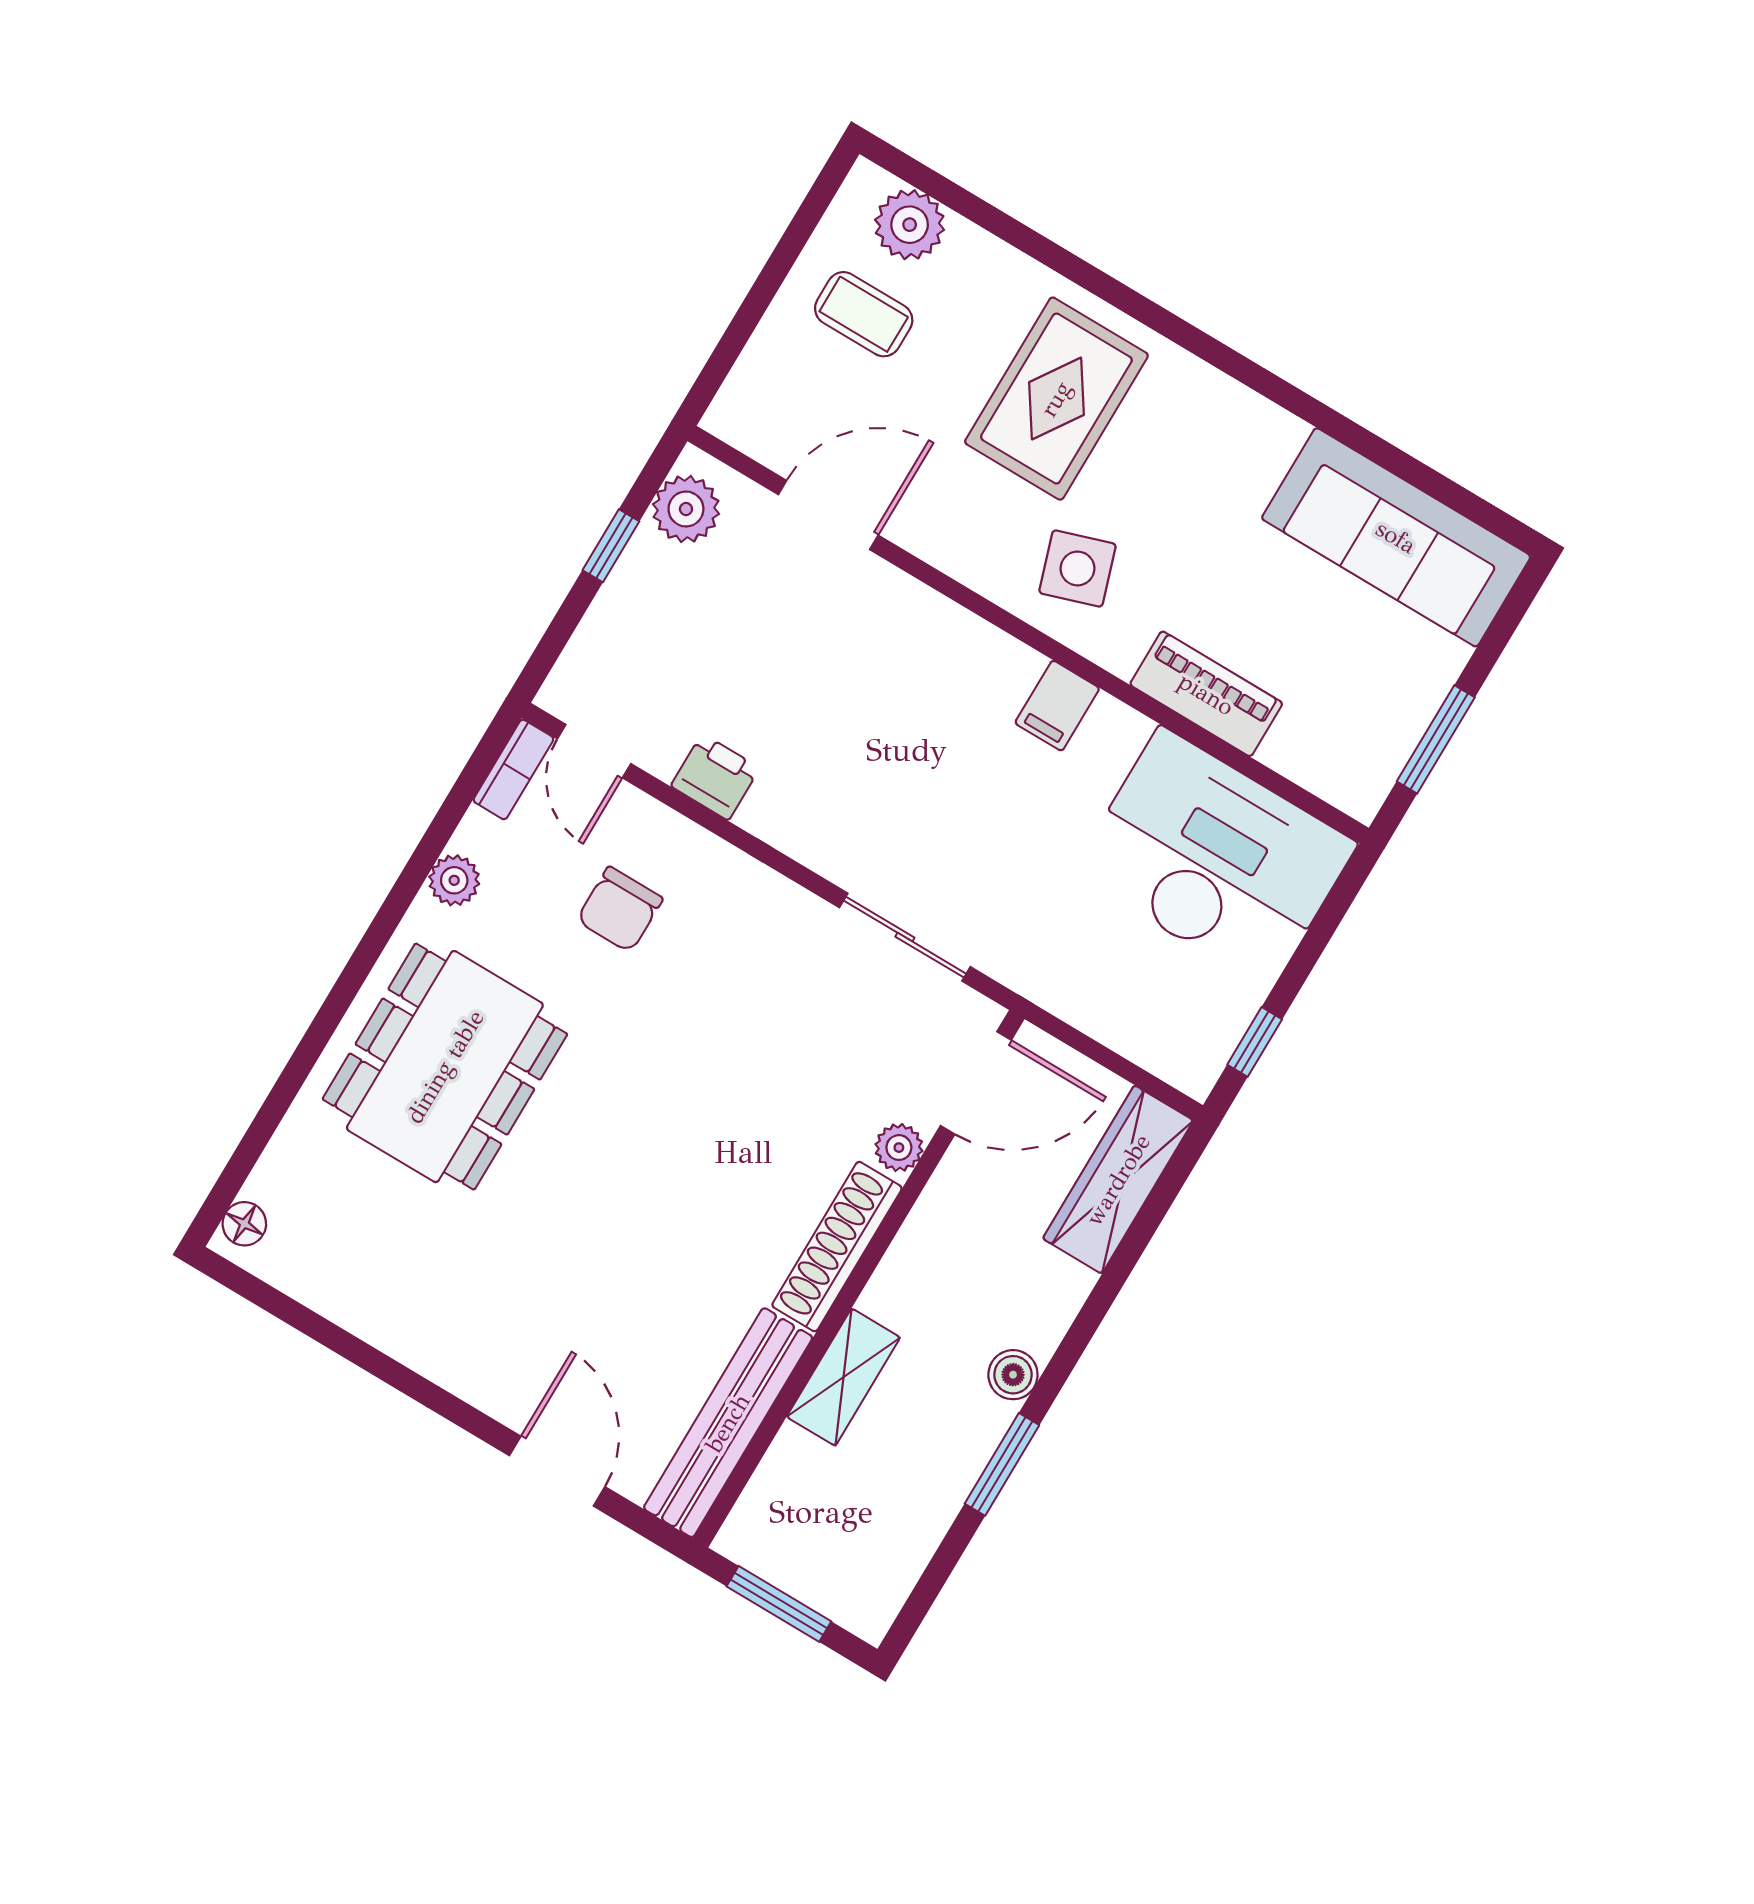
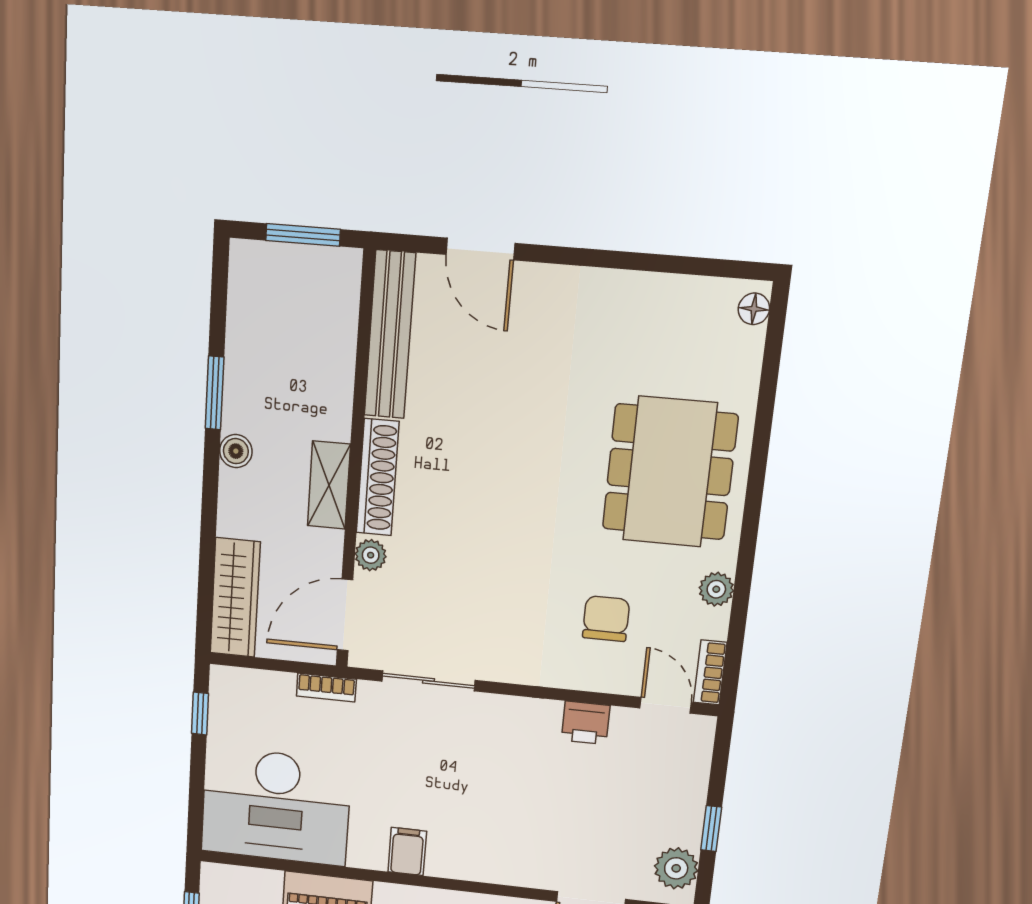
bookcase: (1054, 995) -> (326, 688), added
shelving: (843, 1377) -> (329, 485), moved

